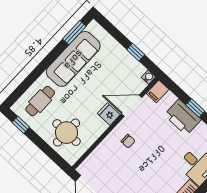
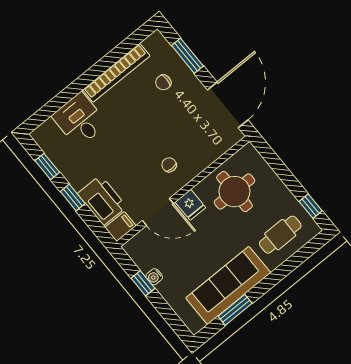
window: (74, 33) -> (235, 310), moved
water cooler: (148, 77) -> (154, 277), moved
printer: (183, 117) -> (102, 200), moved
round table: (67, 133) -> (234, 192), moved

